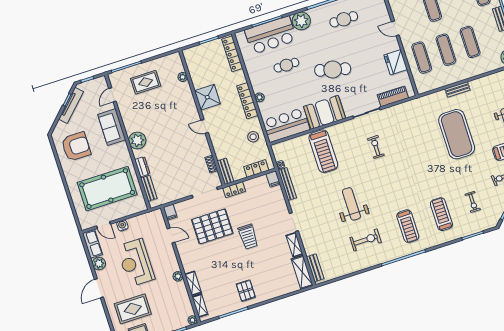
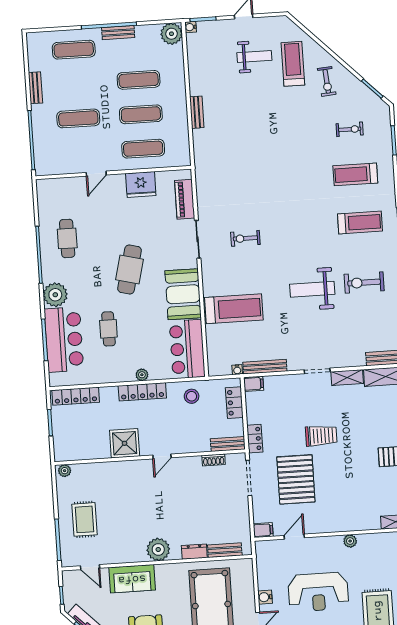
plant: (183, 77) -> (65, 471), moved
exercise mat: (457, 134) -> (255, 128), removed
exercise bike: (366, 240) -> (364, 283), turned -90
shelving: (193, 283) -> (364, 523), removed

